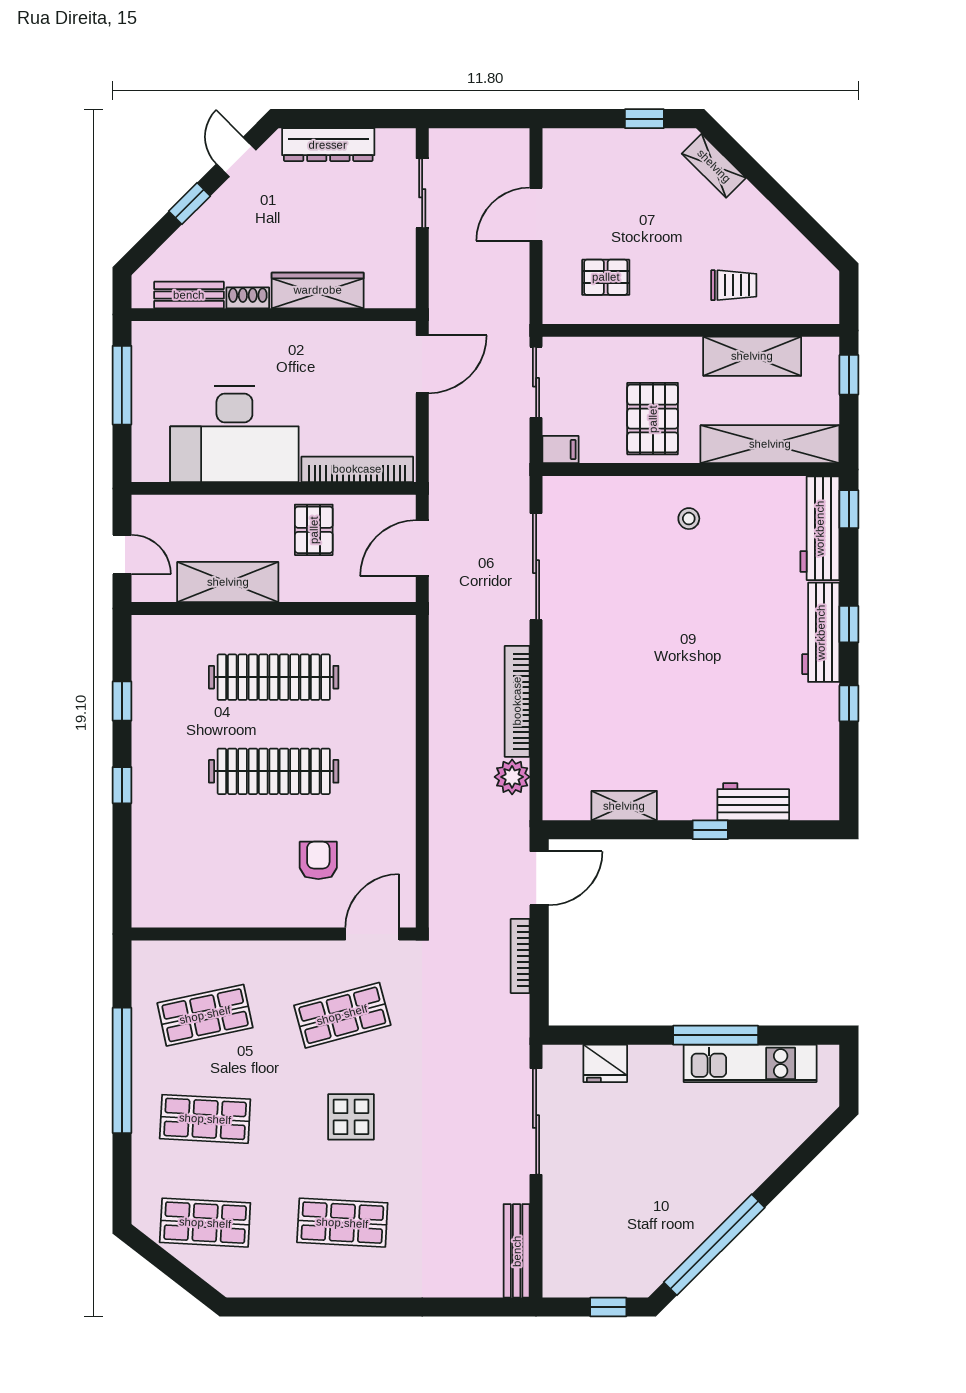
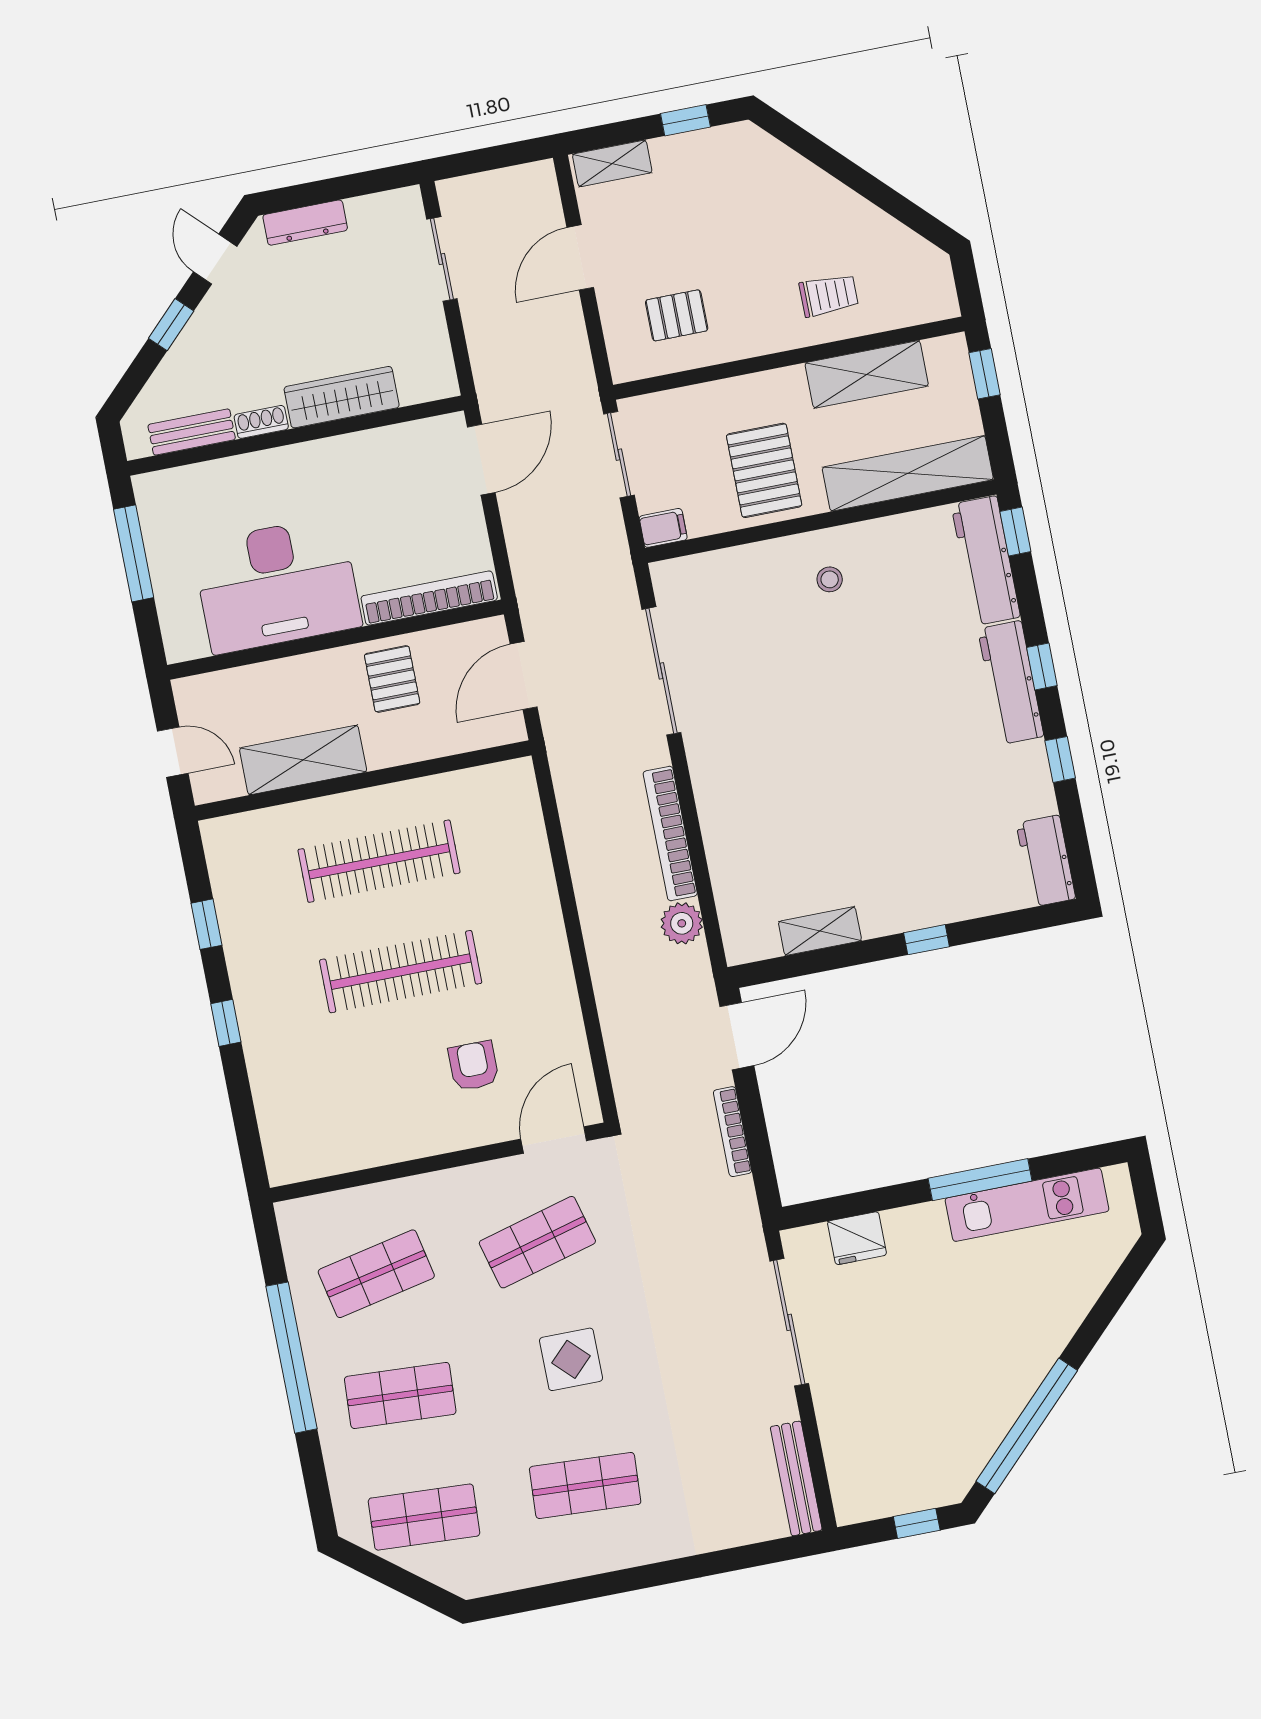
dresser: (328, 145) -> (305, 223), width x0.73, depth x0.80
shelving: (714, 166) -> (612, 163), moved, turned -45
workbench: (753, 802) -> (1046, 861), moved, turned -90

